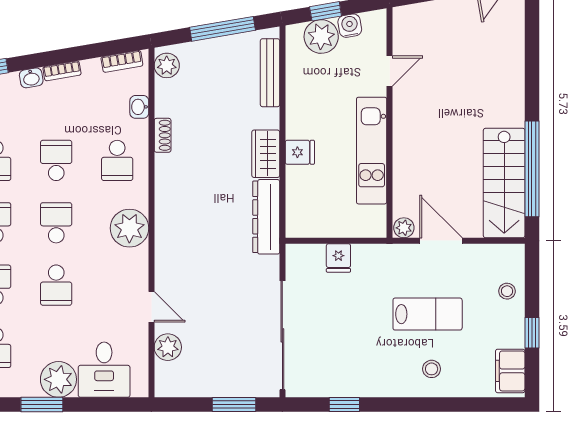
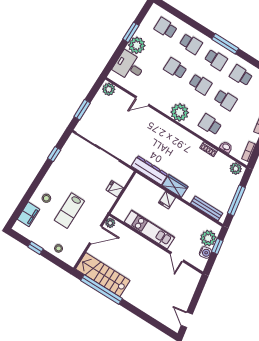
plant: (168, 347) -> (109, 89), moved
filing cabinet: (510, 371) -> (29, 214), moved, turned 90

